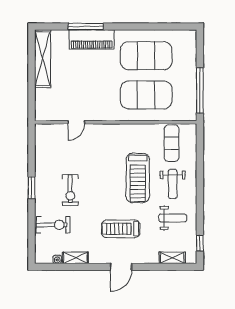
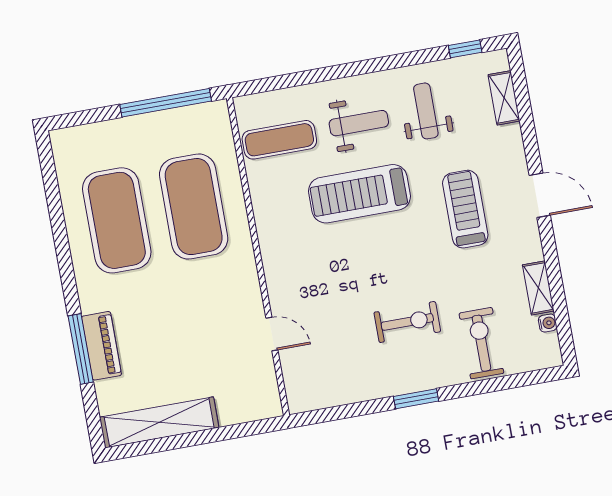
piano: (92, 39) -> (101, 346), width x0.73, depth x0.75
treadmill: (138, 178) -> (359, 194), turned 180
treadmill: (121, 229) -> (465, 209), turned 180

